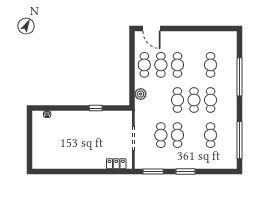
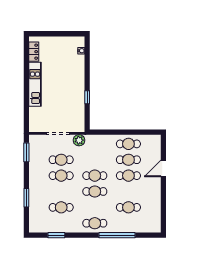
door: (151, 28) -> (163, 168), moved
plant: (141, 94) -> (79, 140), moved
cafe table: (211, 100) -> (95, 223), moved
window: (239, 140) -> (56, 235), width x0.47
kitchen unit: (82, 162) -> (35, 84), added
locker: (116, 164) -> (34, 52), moved
window: (185, 172) -> (26, 198), moved

